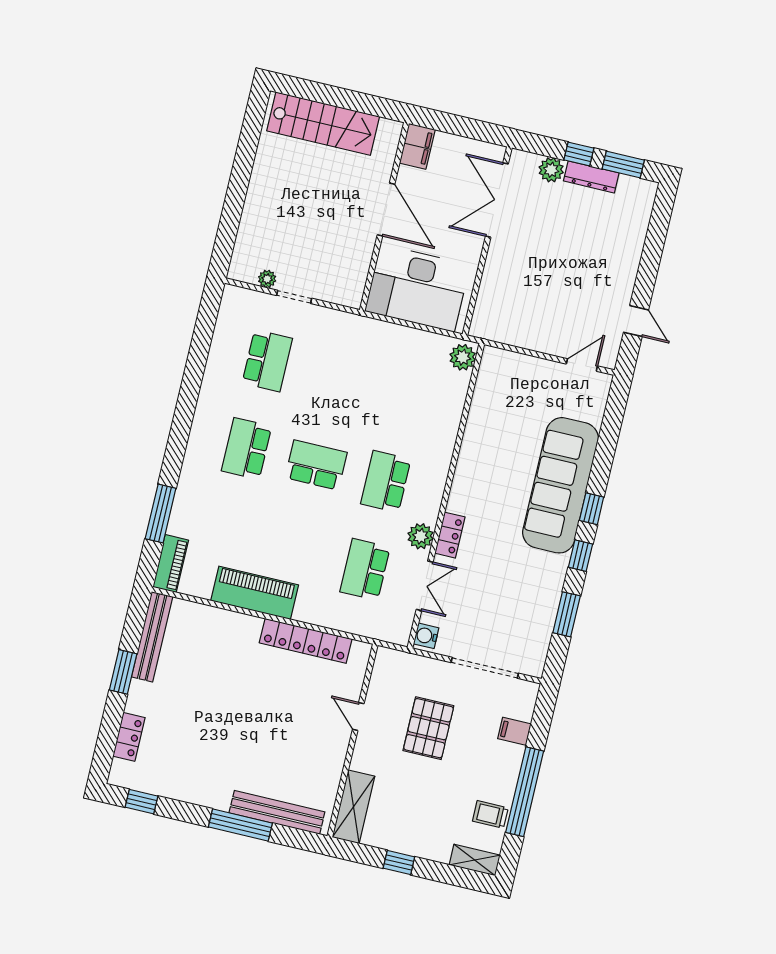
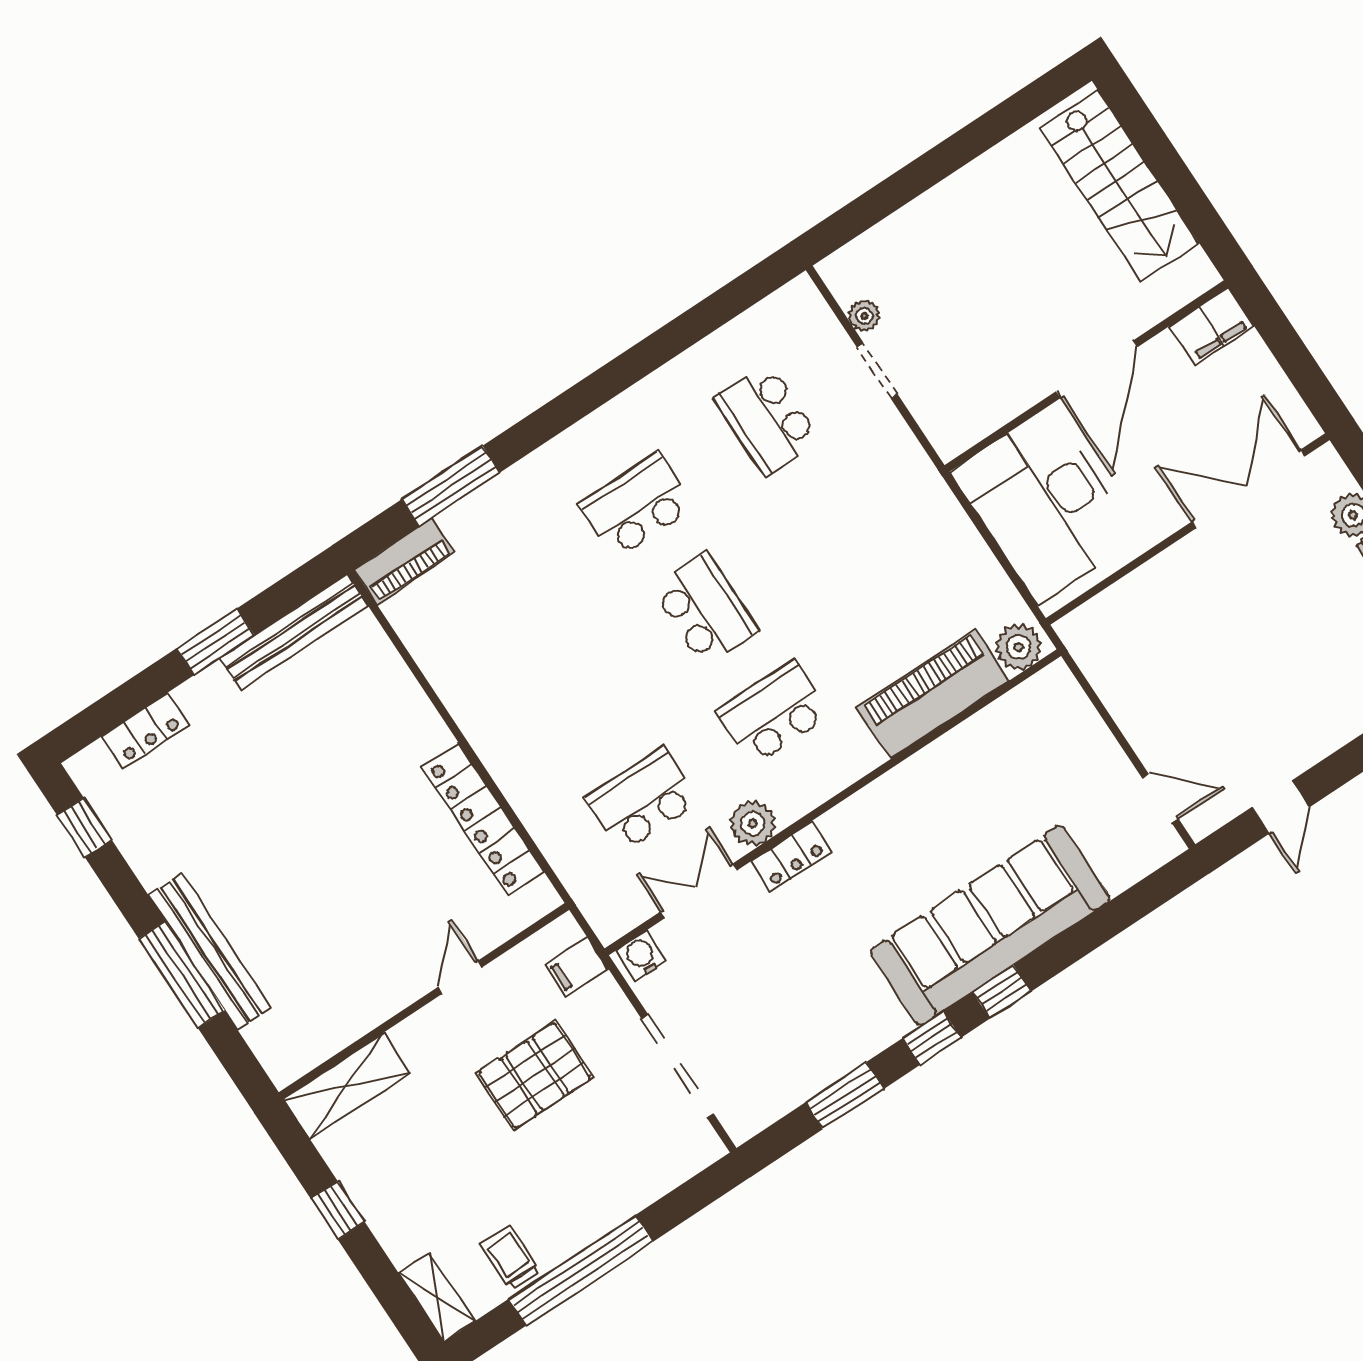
school desk: (267, 361) -> (767, 419), turned 90
double door: (425, 586) -> (699, 891), swing flipped
piano: (255, 593) -> (933, 694), moved, turned -90
filing cabinet: (514, 731) -> (576, 967), moved, turned -90
bench: (277, 812) -> (210, 952), moved

